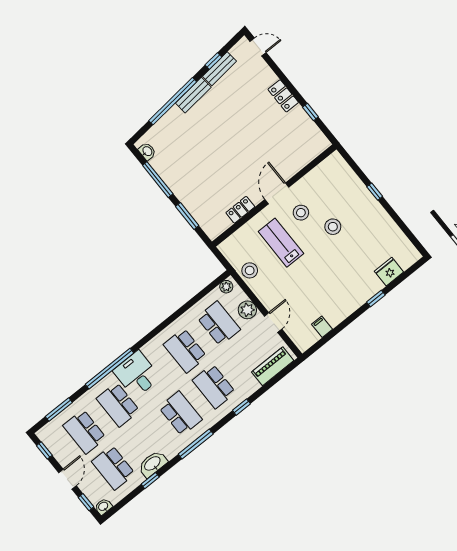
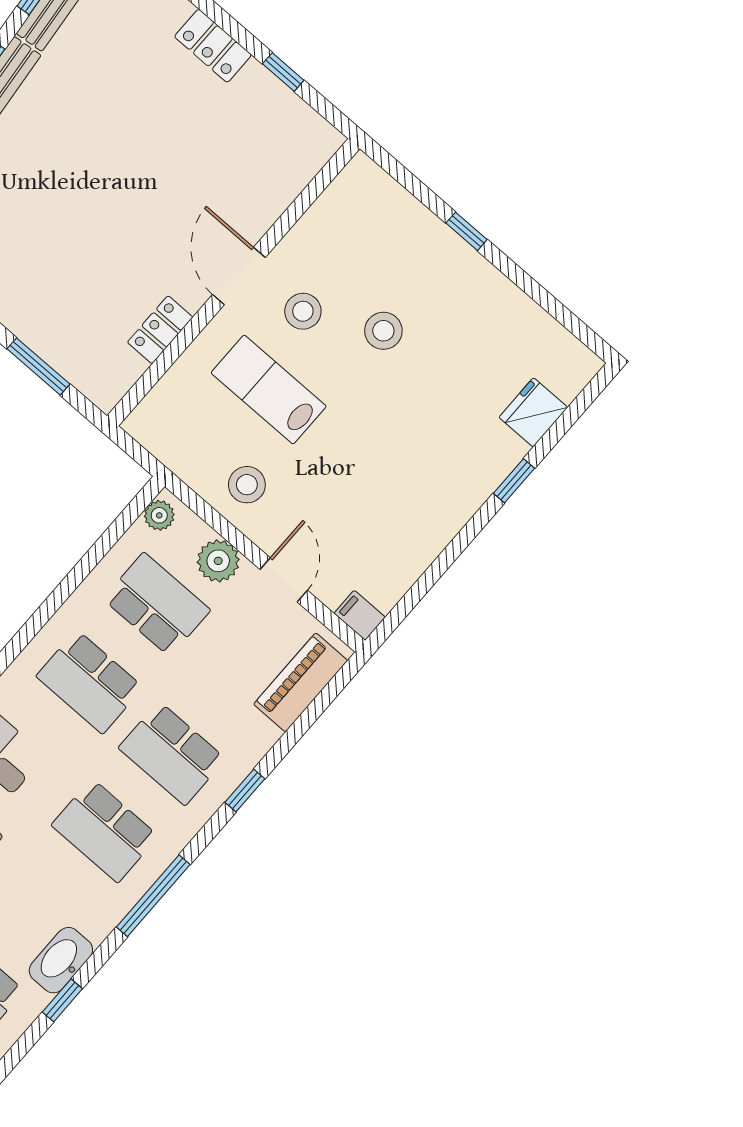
stool: (250, 270) -> (247, 485), moved
filing cabinet: (322, 327) -> (360, 615), moved
school desk: (180, 413) -> (105, 831), turned 180

